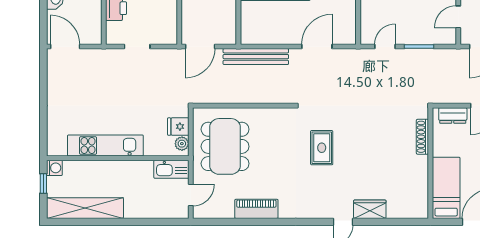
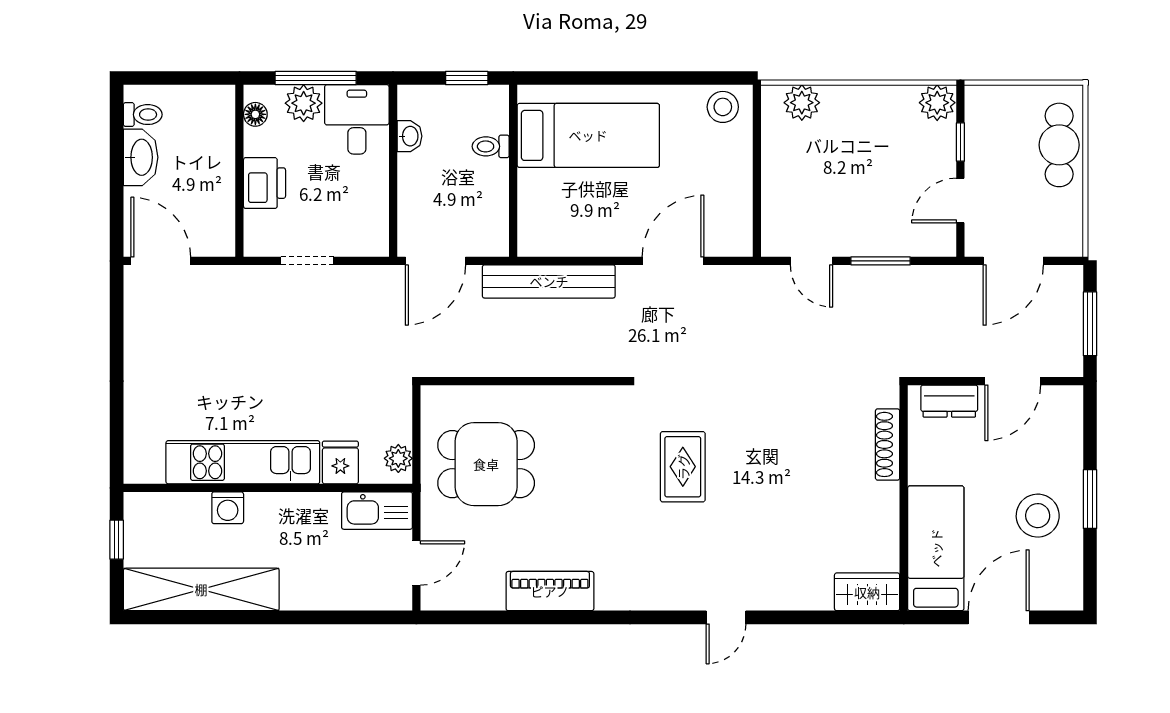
door: (385, 47) -> (811, 261), swing flipped
fridge: (178, 127) -> (340, 463), moved, turned 90
dining table: (225, 146) -> (486, 464), width x0.73
washing machine: (54, 168) -> (228, 508), moved, turned 90
wardrobe: (370, 209) -> (867, 592), moved

